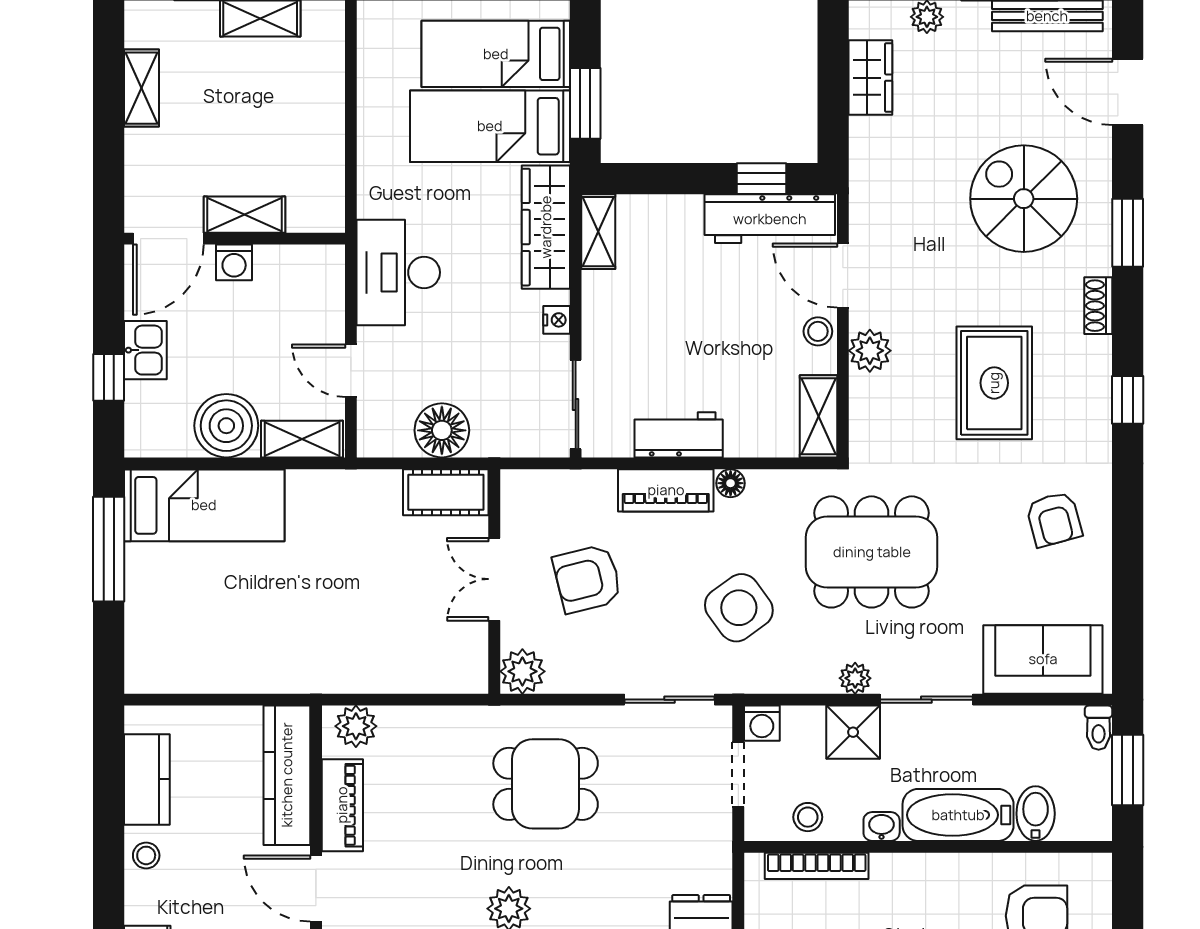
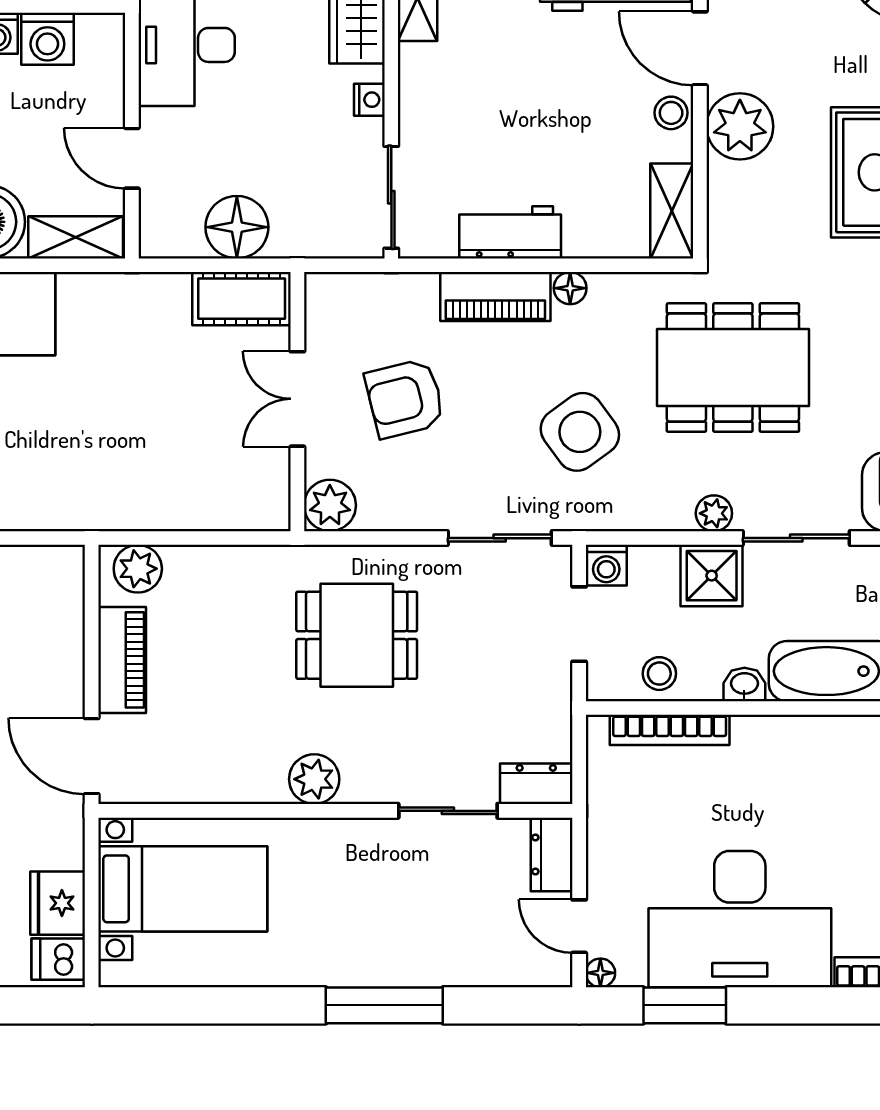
washing machine: (278, 267) -> (47, 39), added
plant: (870, 351) -> (740, 126), width x1.36, depth x1.36
kitchen counter: (287, 775) -> (58, 625), removed

